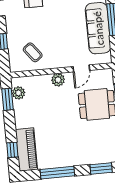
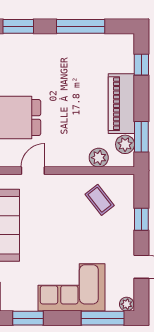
plant: (58, 80) -> (99, 158), moved
piano: (26, 149) -> (121, 104), moved

